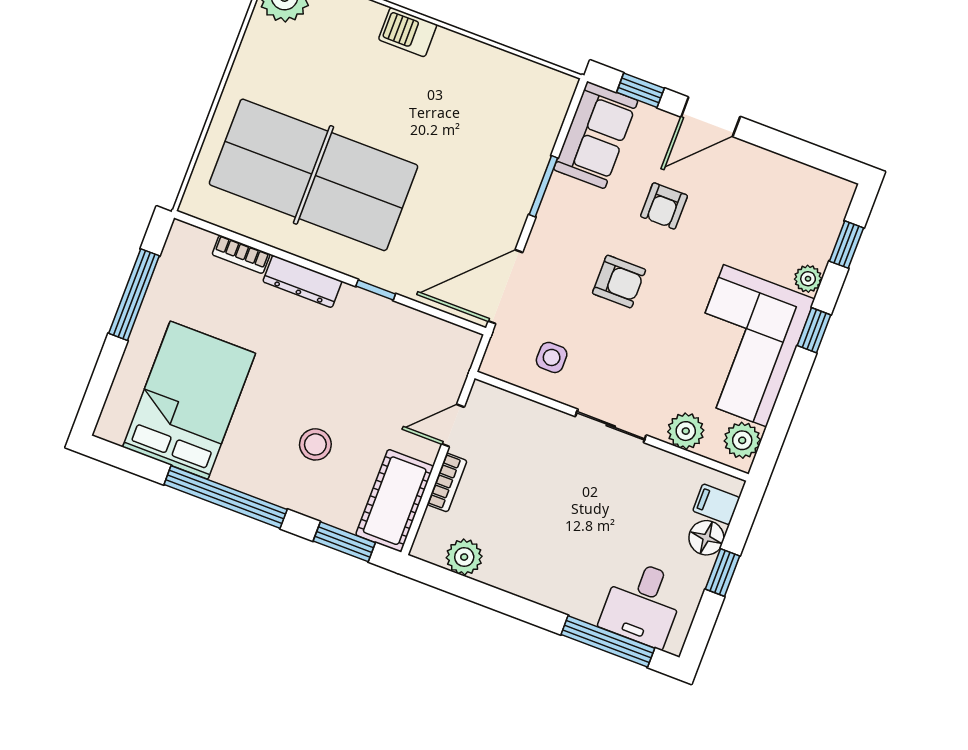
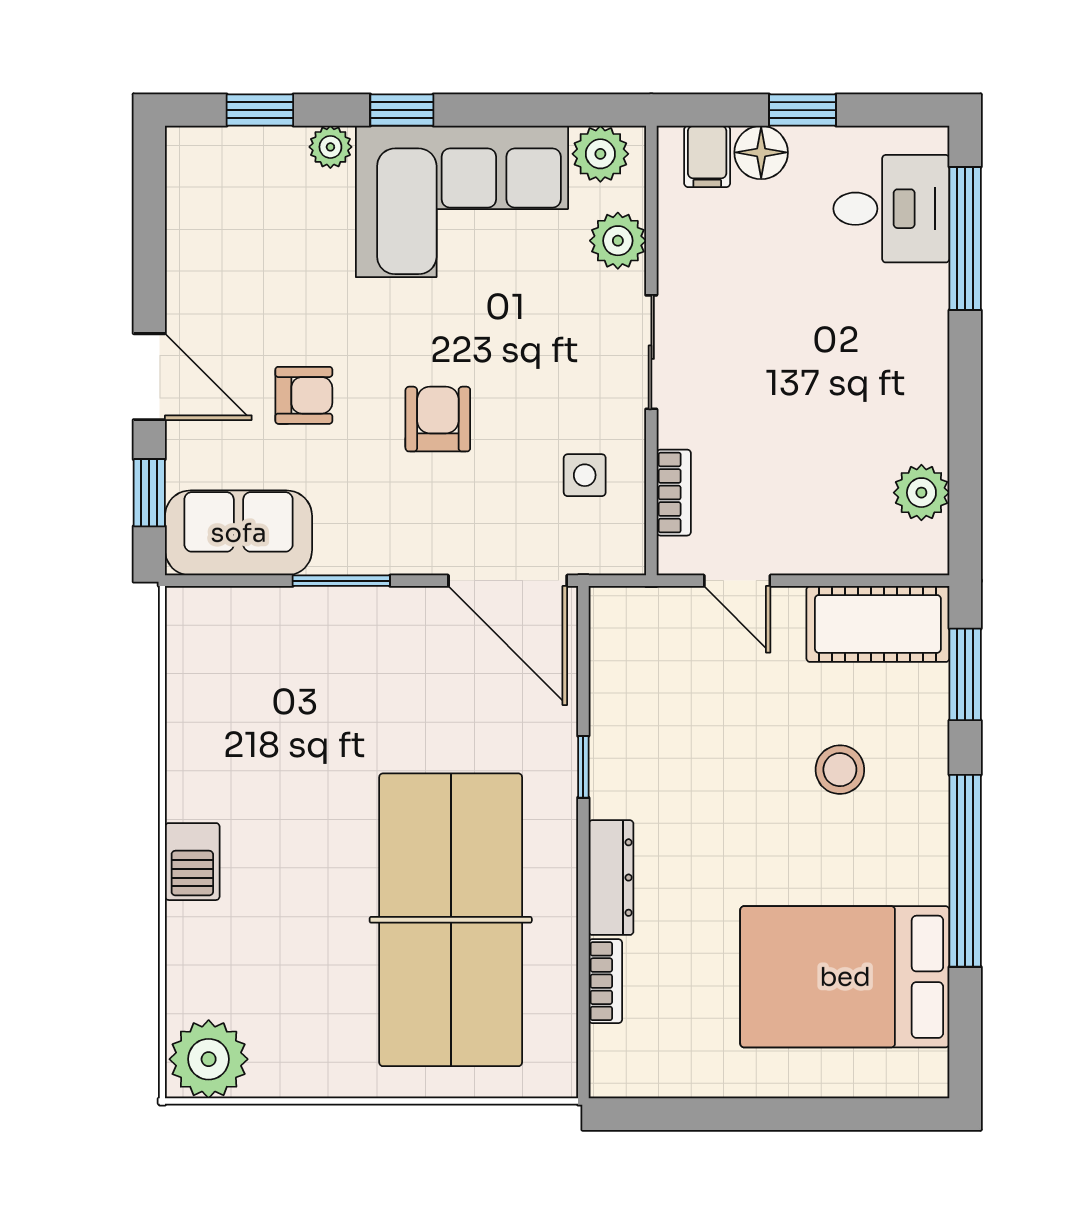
window: (134, 295) -> (722, 1114), removed
bookcase: (447, 482) -> (674, 493), moved, turned 90

